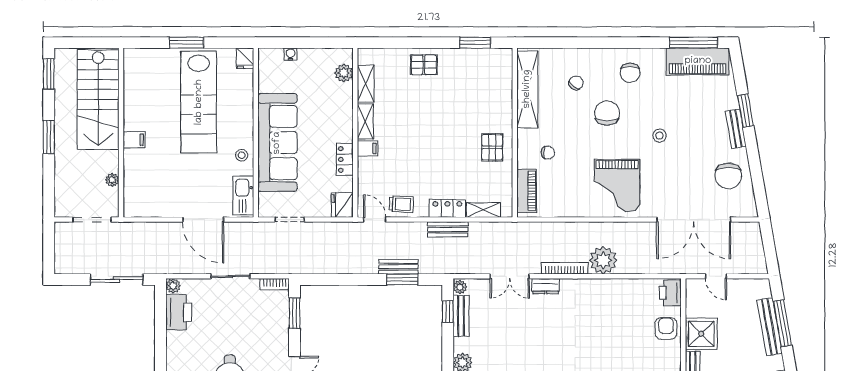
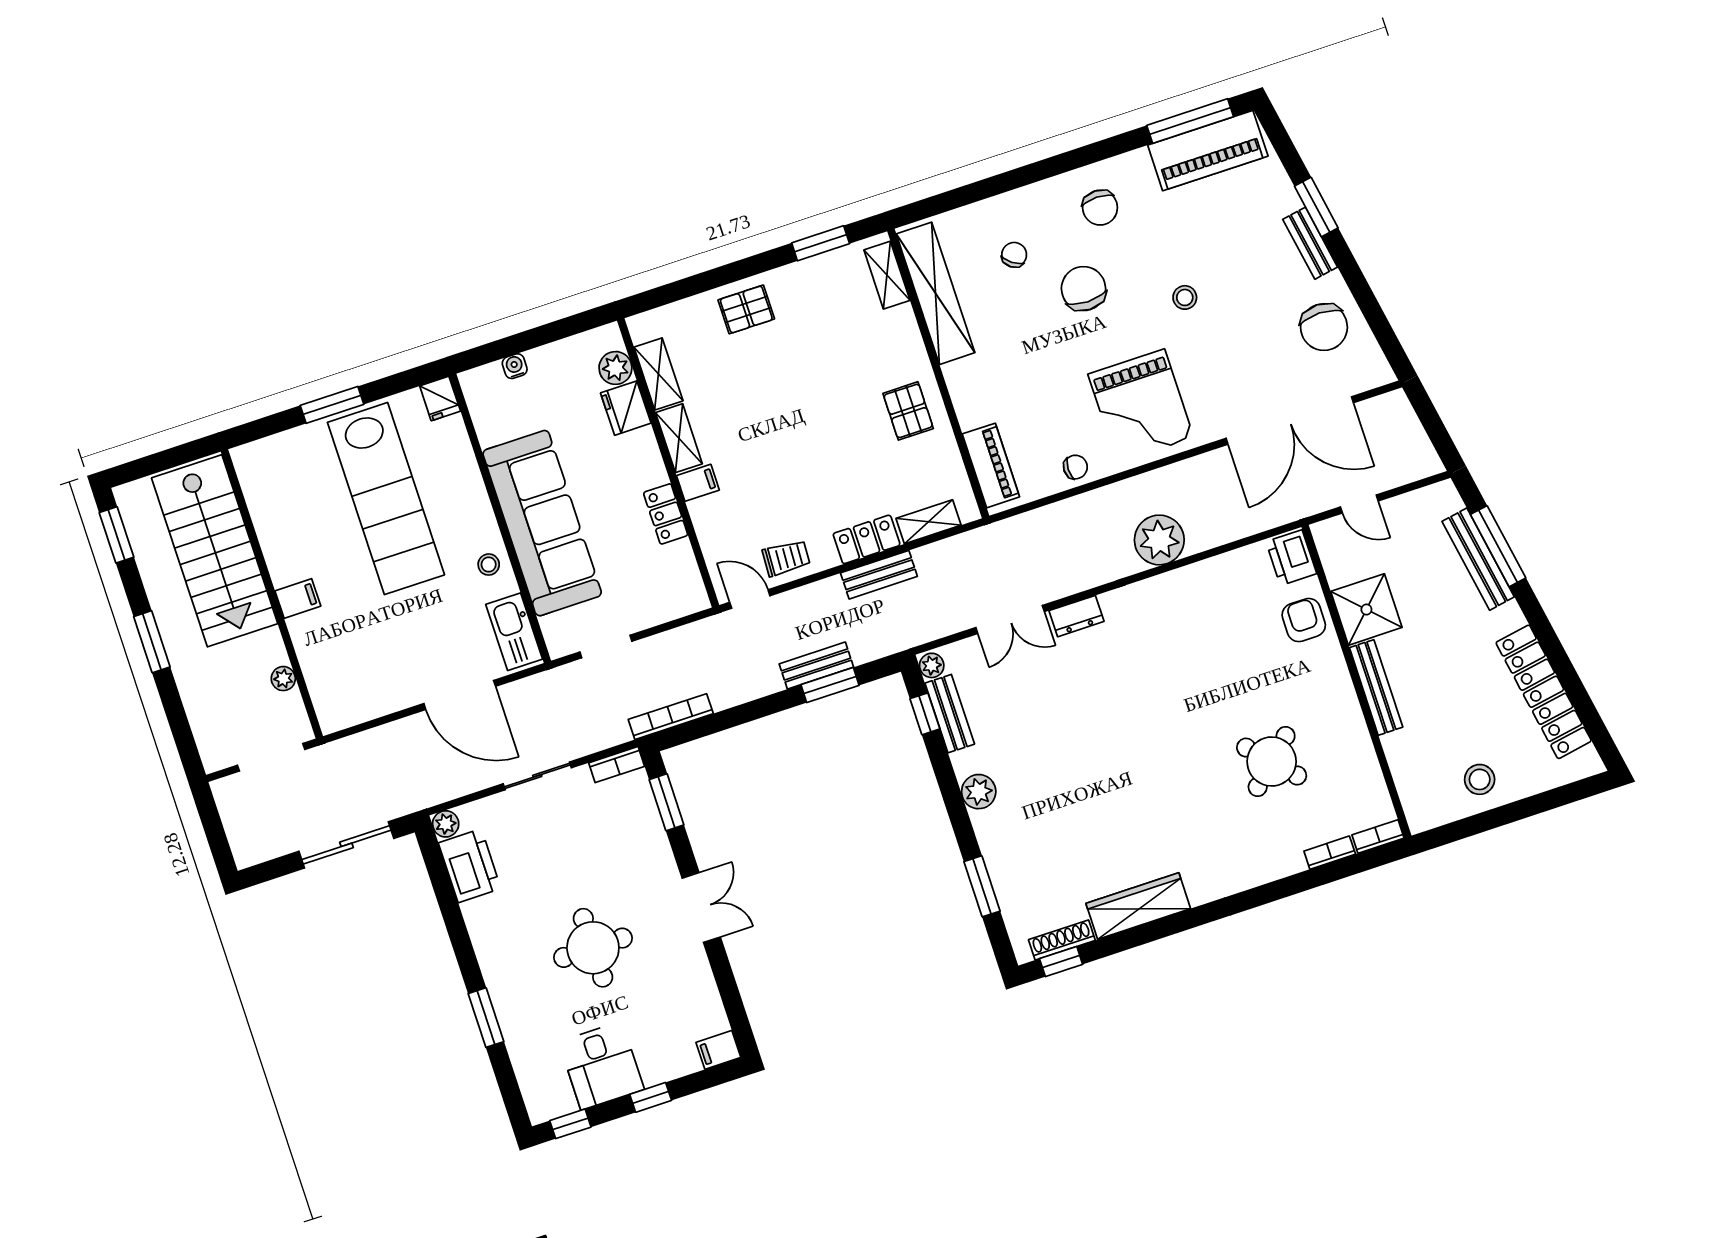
shelving: (505, 71) -> (887, 275), added
chair: (548, 153) -> (1075, 467), moved
fridge: (342, 205) -> (626, 408), moved
bookcase: (565, 268) -> (671, 717), moved

